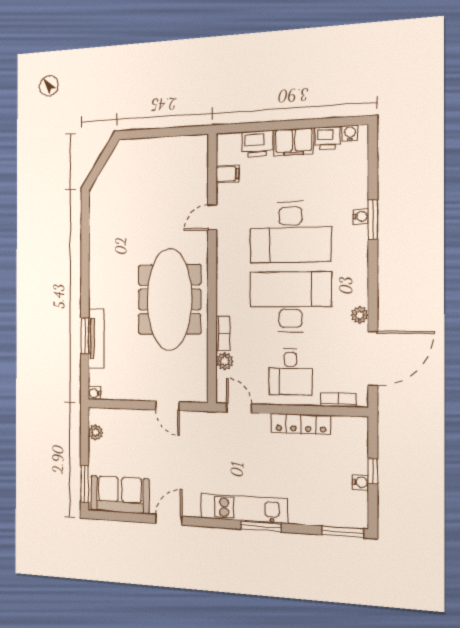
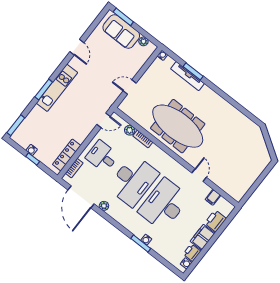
locker: (301, 424) -> (67, 155), moved
sofa: (120, 495) -> (121, 32), moved, turned 90

